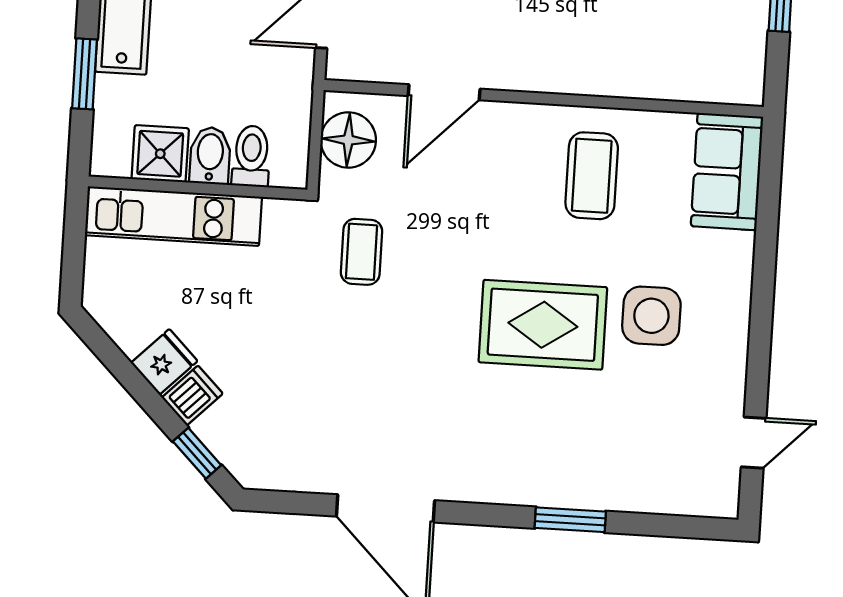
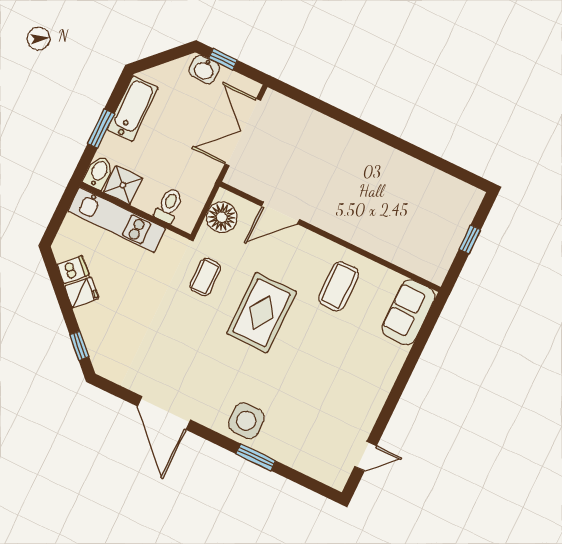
bidet: (210, 156) -> (98, 173), moved
side table: (651, 316) -> (246, 421), moved
rug: (543, 325) -> (261, 313), moved, turned 90
dishwasher: (192, 396) -> (73, 270), moved

